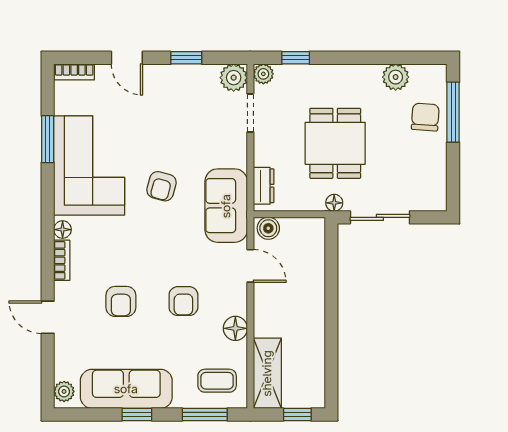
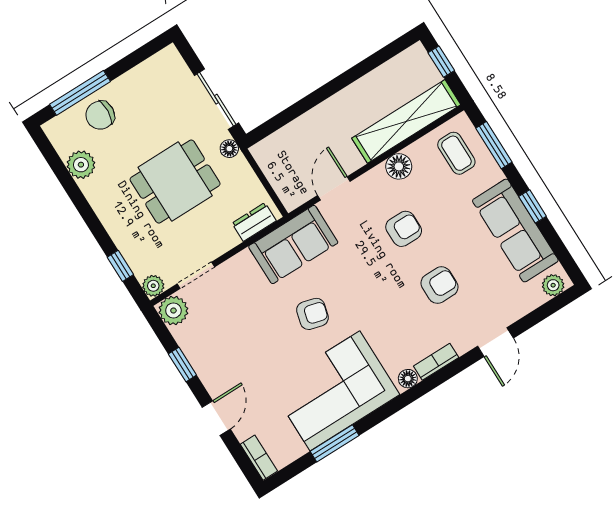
boiler: (268, 228) -> (290, 194), removed
shelving: (267, 373) -> (406, 121), width x1.47

